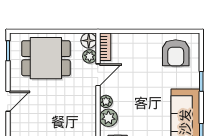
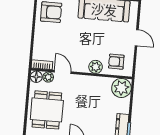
plant: (106, 101) -> (83, 68), removed

